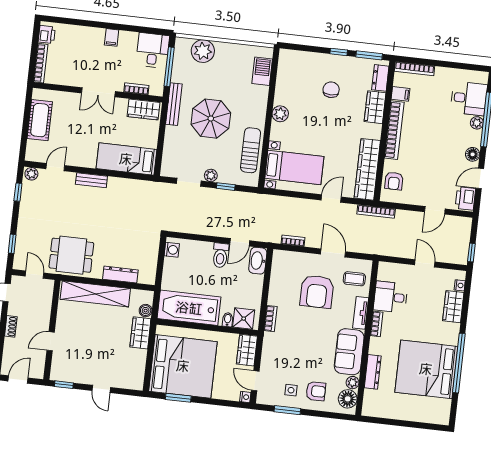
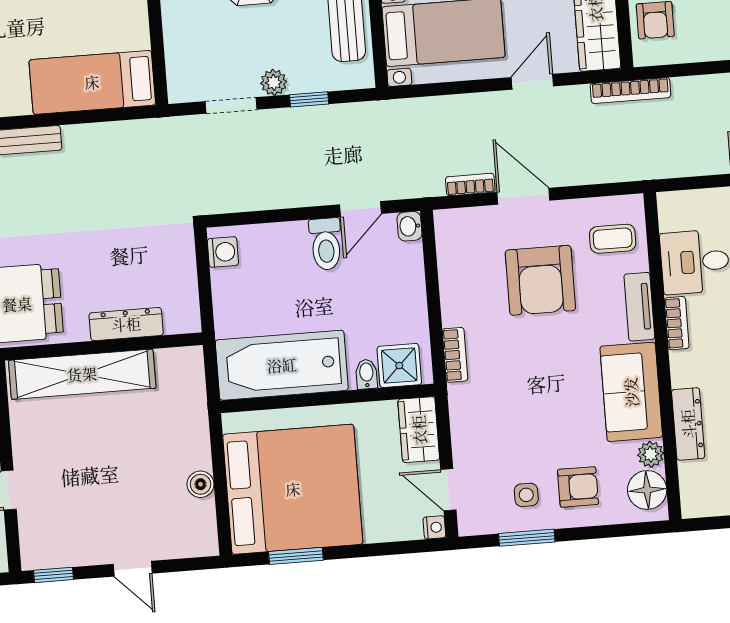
door: (333, 253) -> (523, 196), moved
washbasin: (258, 261) -> (410, 226), width x0.52, depth x0.69
boiler: (146, 311) -> (201, 484), moved
wardrobe: (140, 333) -> (191, 437), removed

